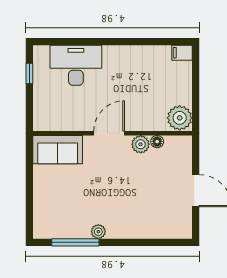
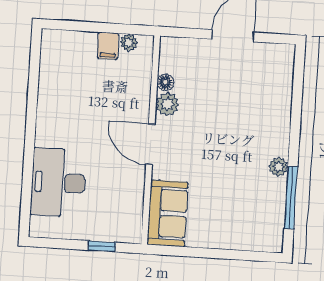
filing cabinet: (182, 53) -> (108, 46), moved
window: (29, 74) -> (102, 246), moved
plant: (180, 118) -> (129, 43), width x0.53, depth x0.53

